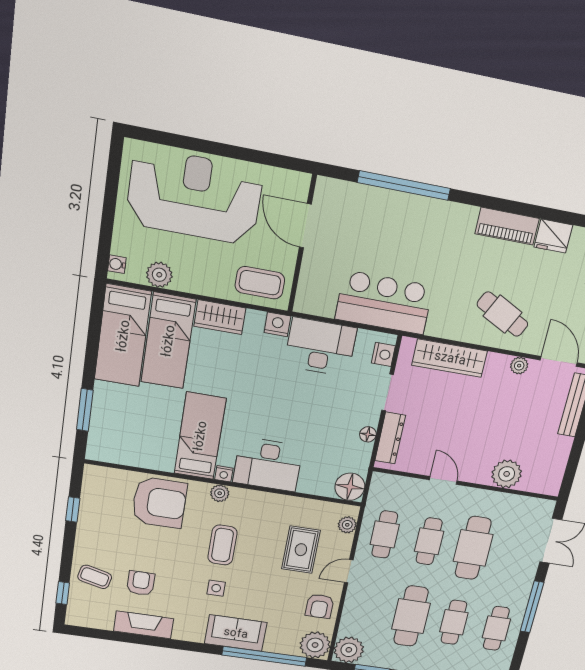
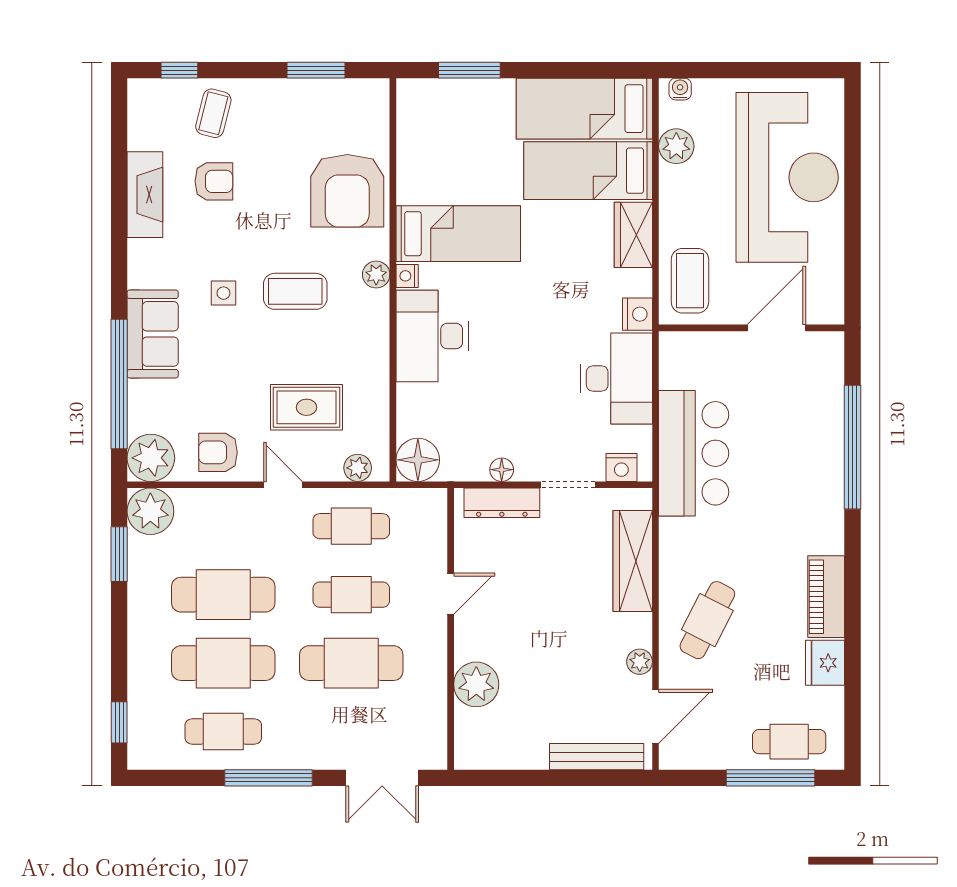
window: (73, 510) -> (316, 70), width x1.50
cafe table: (454, 622) -> (223, 663), width x1.37, depth x1.35

